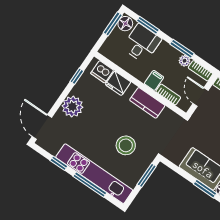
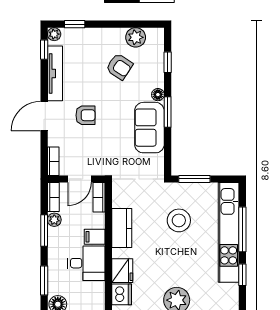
desk: (142, 43) -> (86, 263), moved, turned 180
bookcase: (168, 95) -> (99, 197), moved

